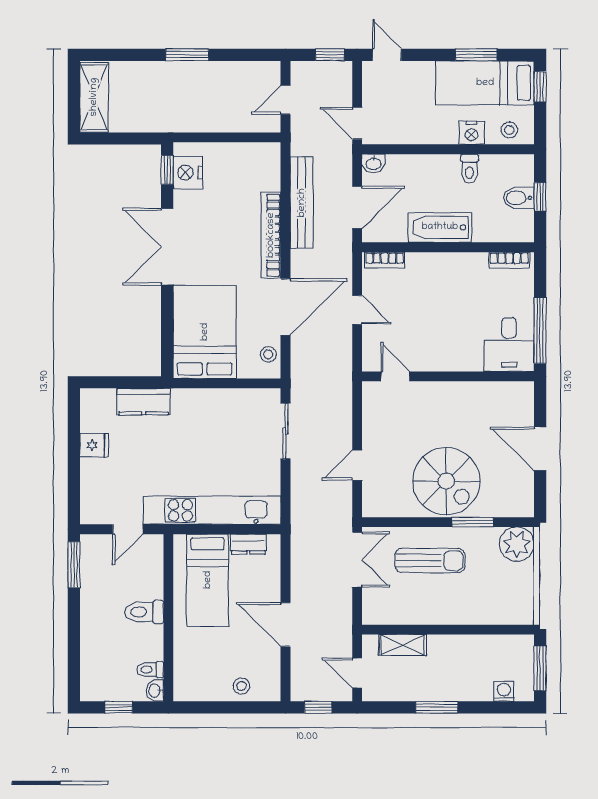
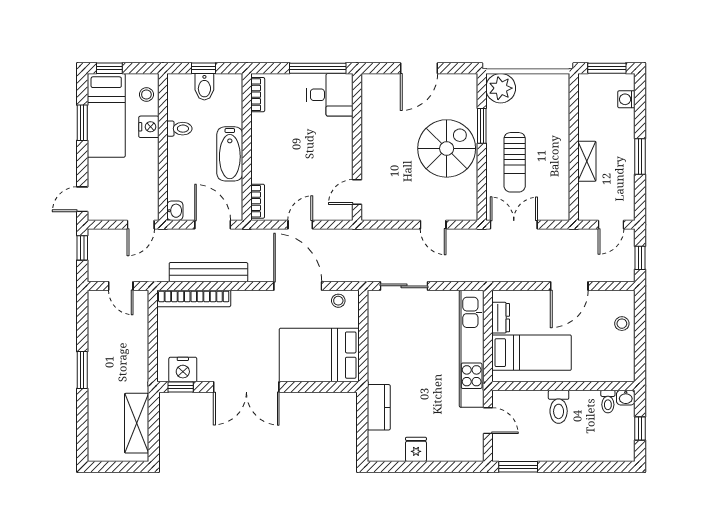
shelving: (94, 97) -> (137, 423), moved, turned 90
bookcase: (271, 235) -> (194, 298), moved
sun lounger: (430, 561) -> (515, 162), turned 180
shelving: (403, 645) -> (587, 161), moved

